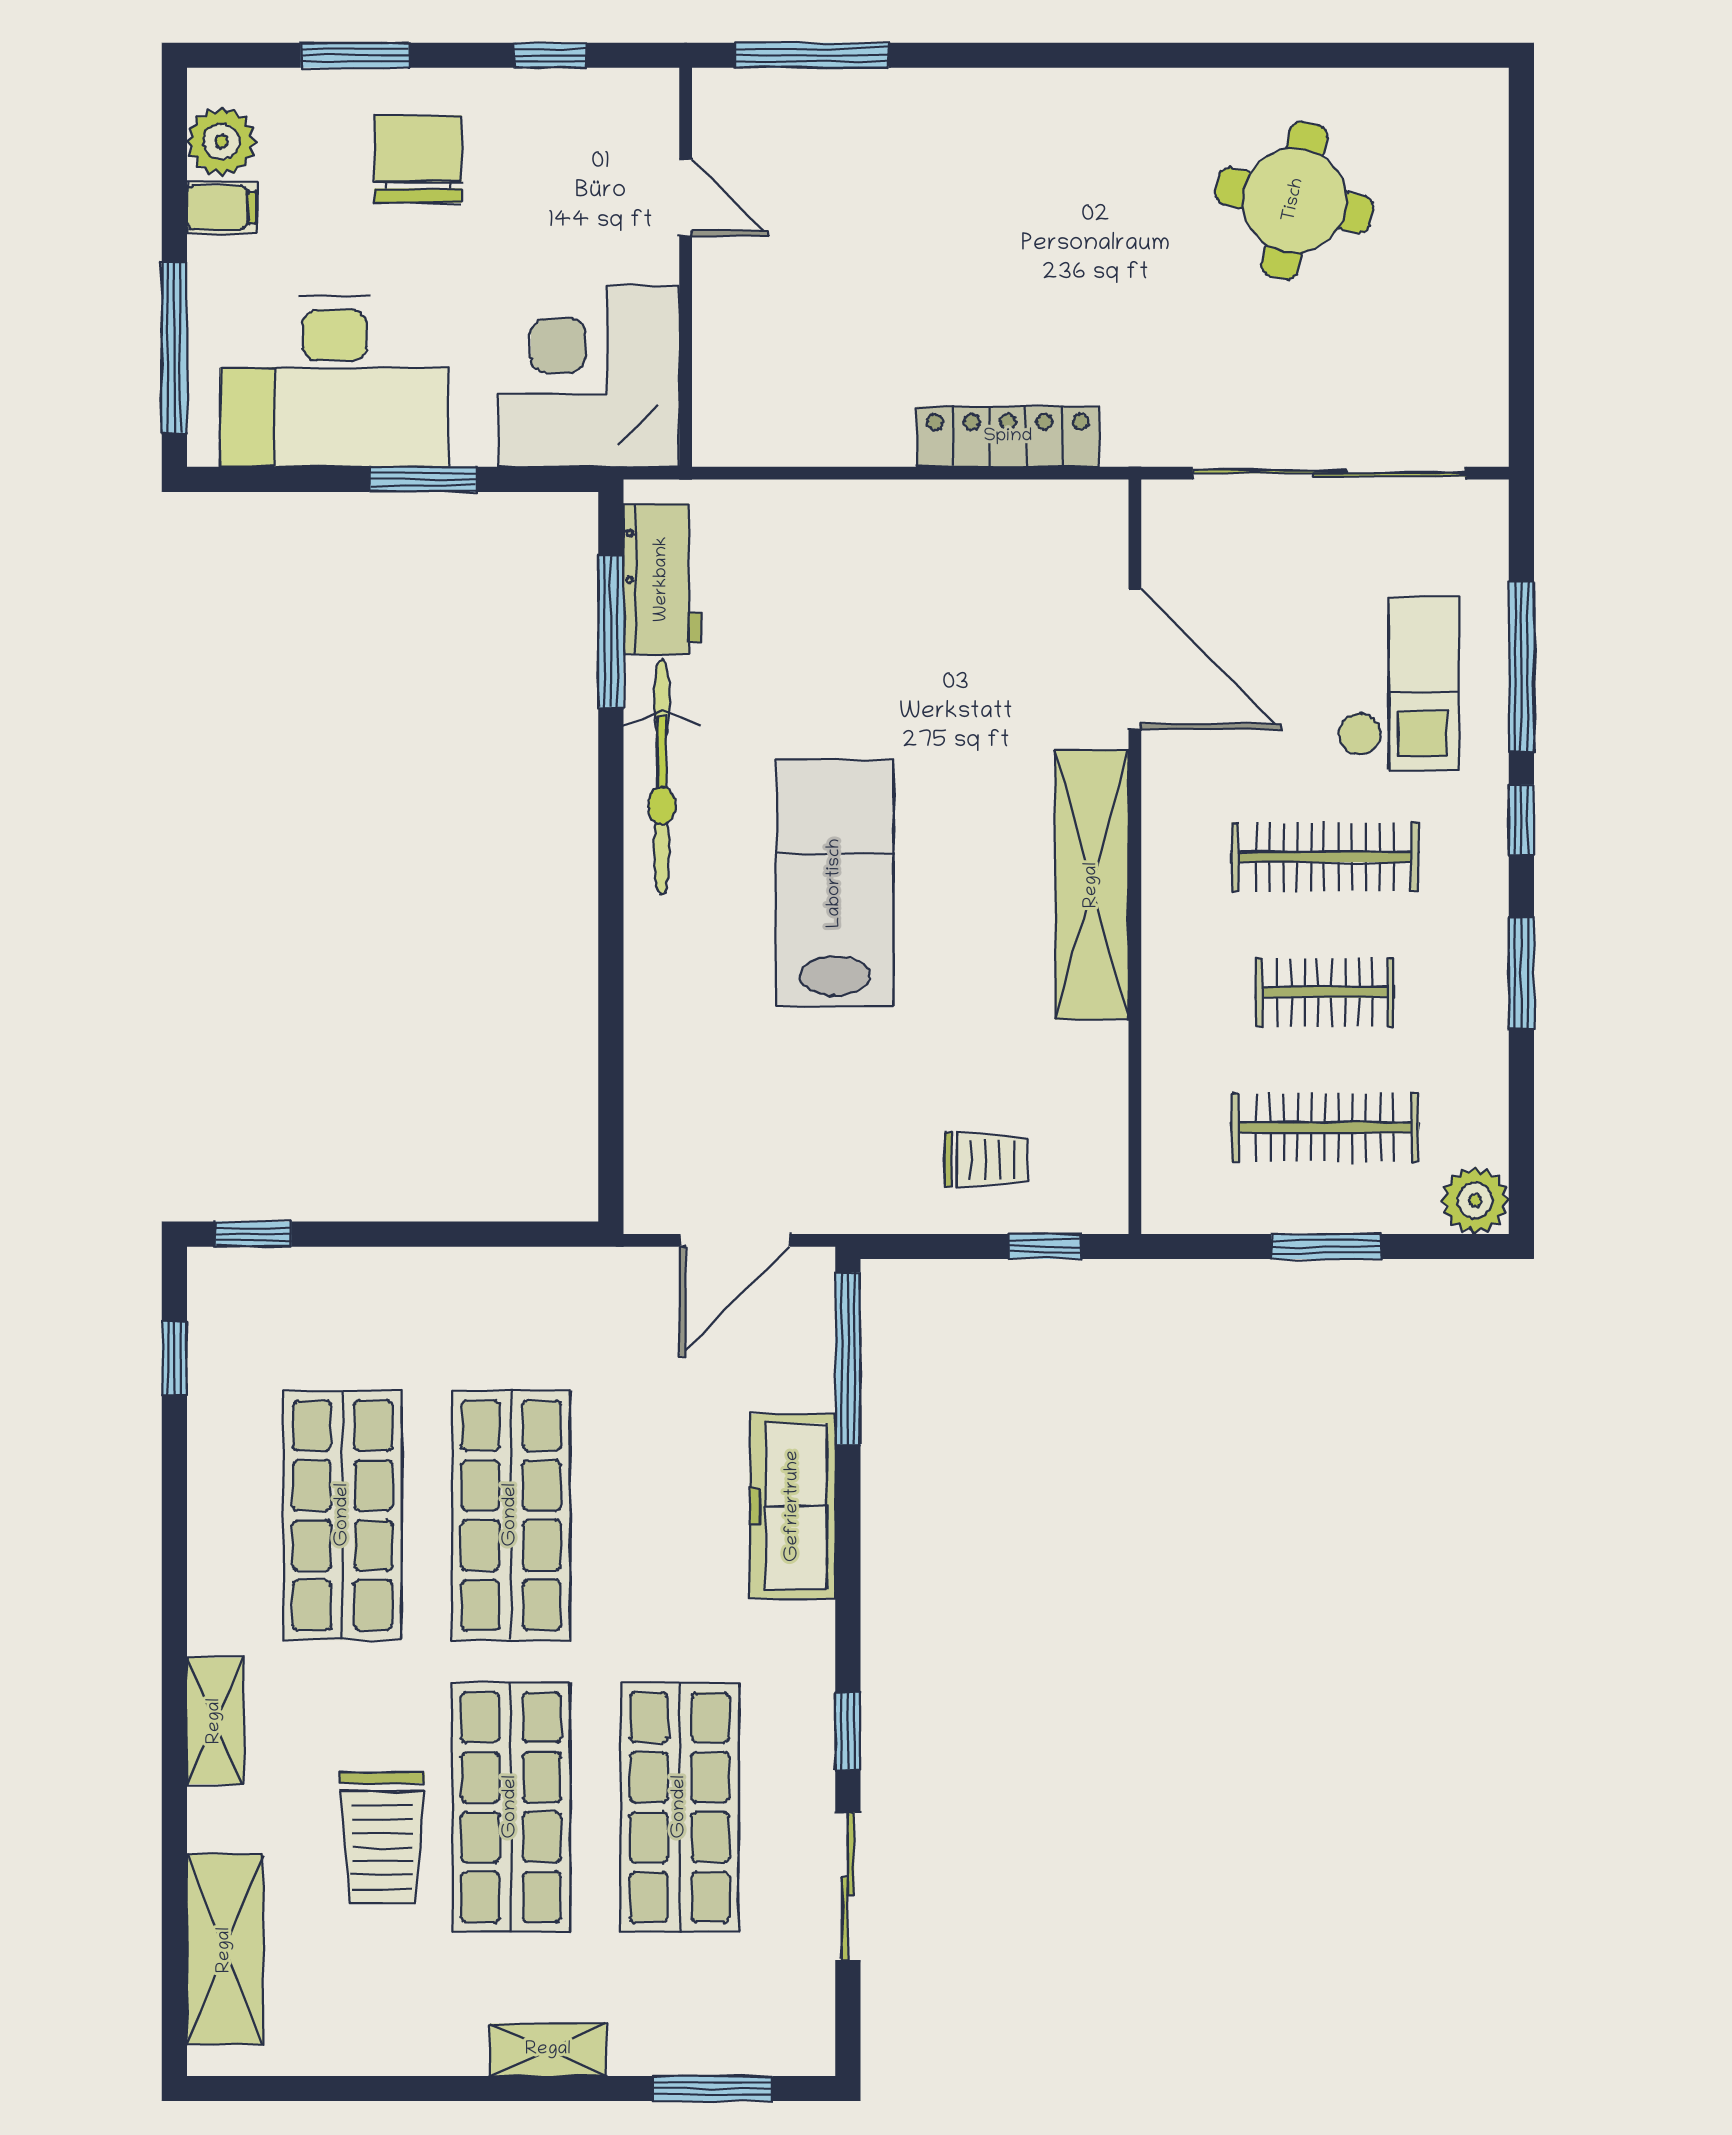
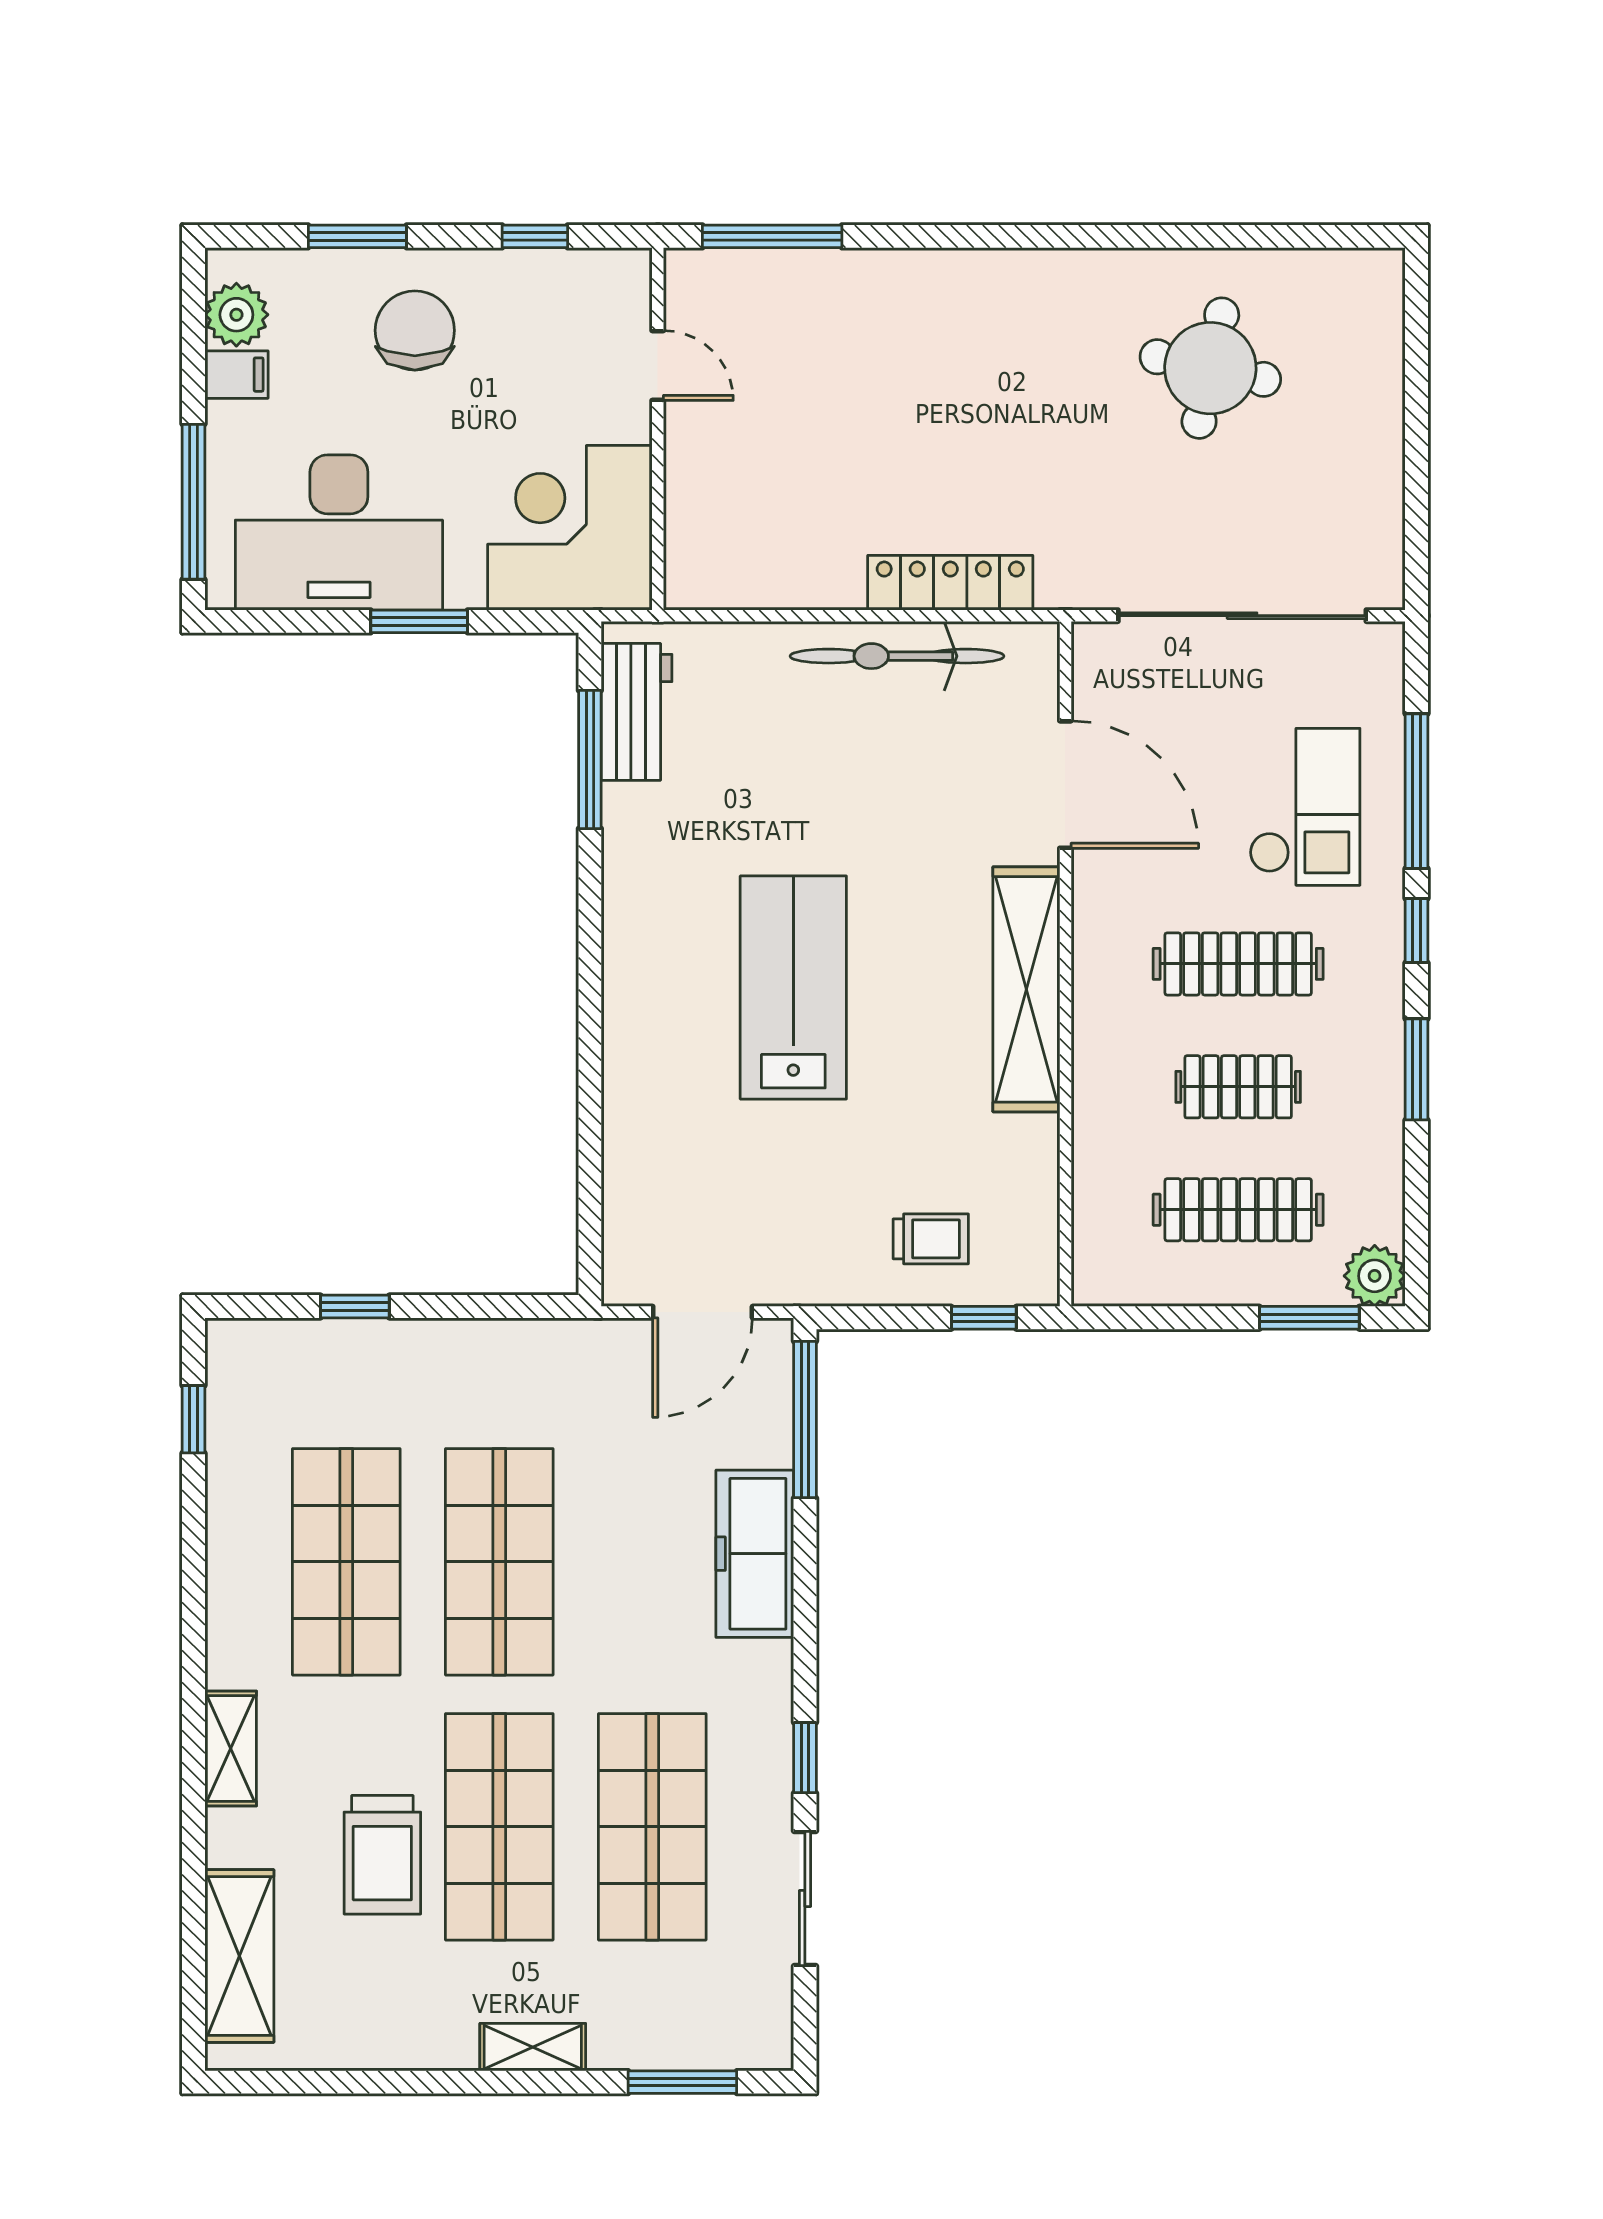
bicycle: (662, 777) -> (897, 656), moved, turned 90
window: (253, 1234) -> (355, 1306), moved
window: (1326, 1247) -> (1309, 1318), moved

